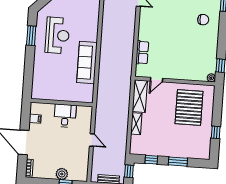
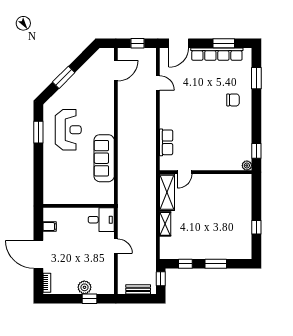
pallet: (189, 108) -> (224, 201), removed
desk: (65, 116) -> (101, 220), moved, turned 90

